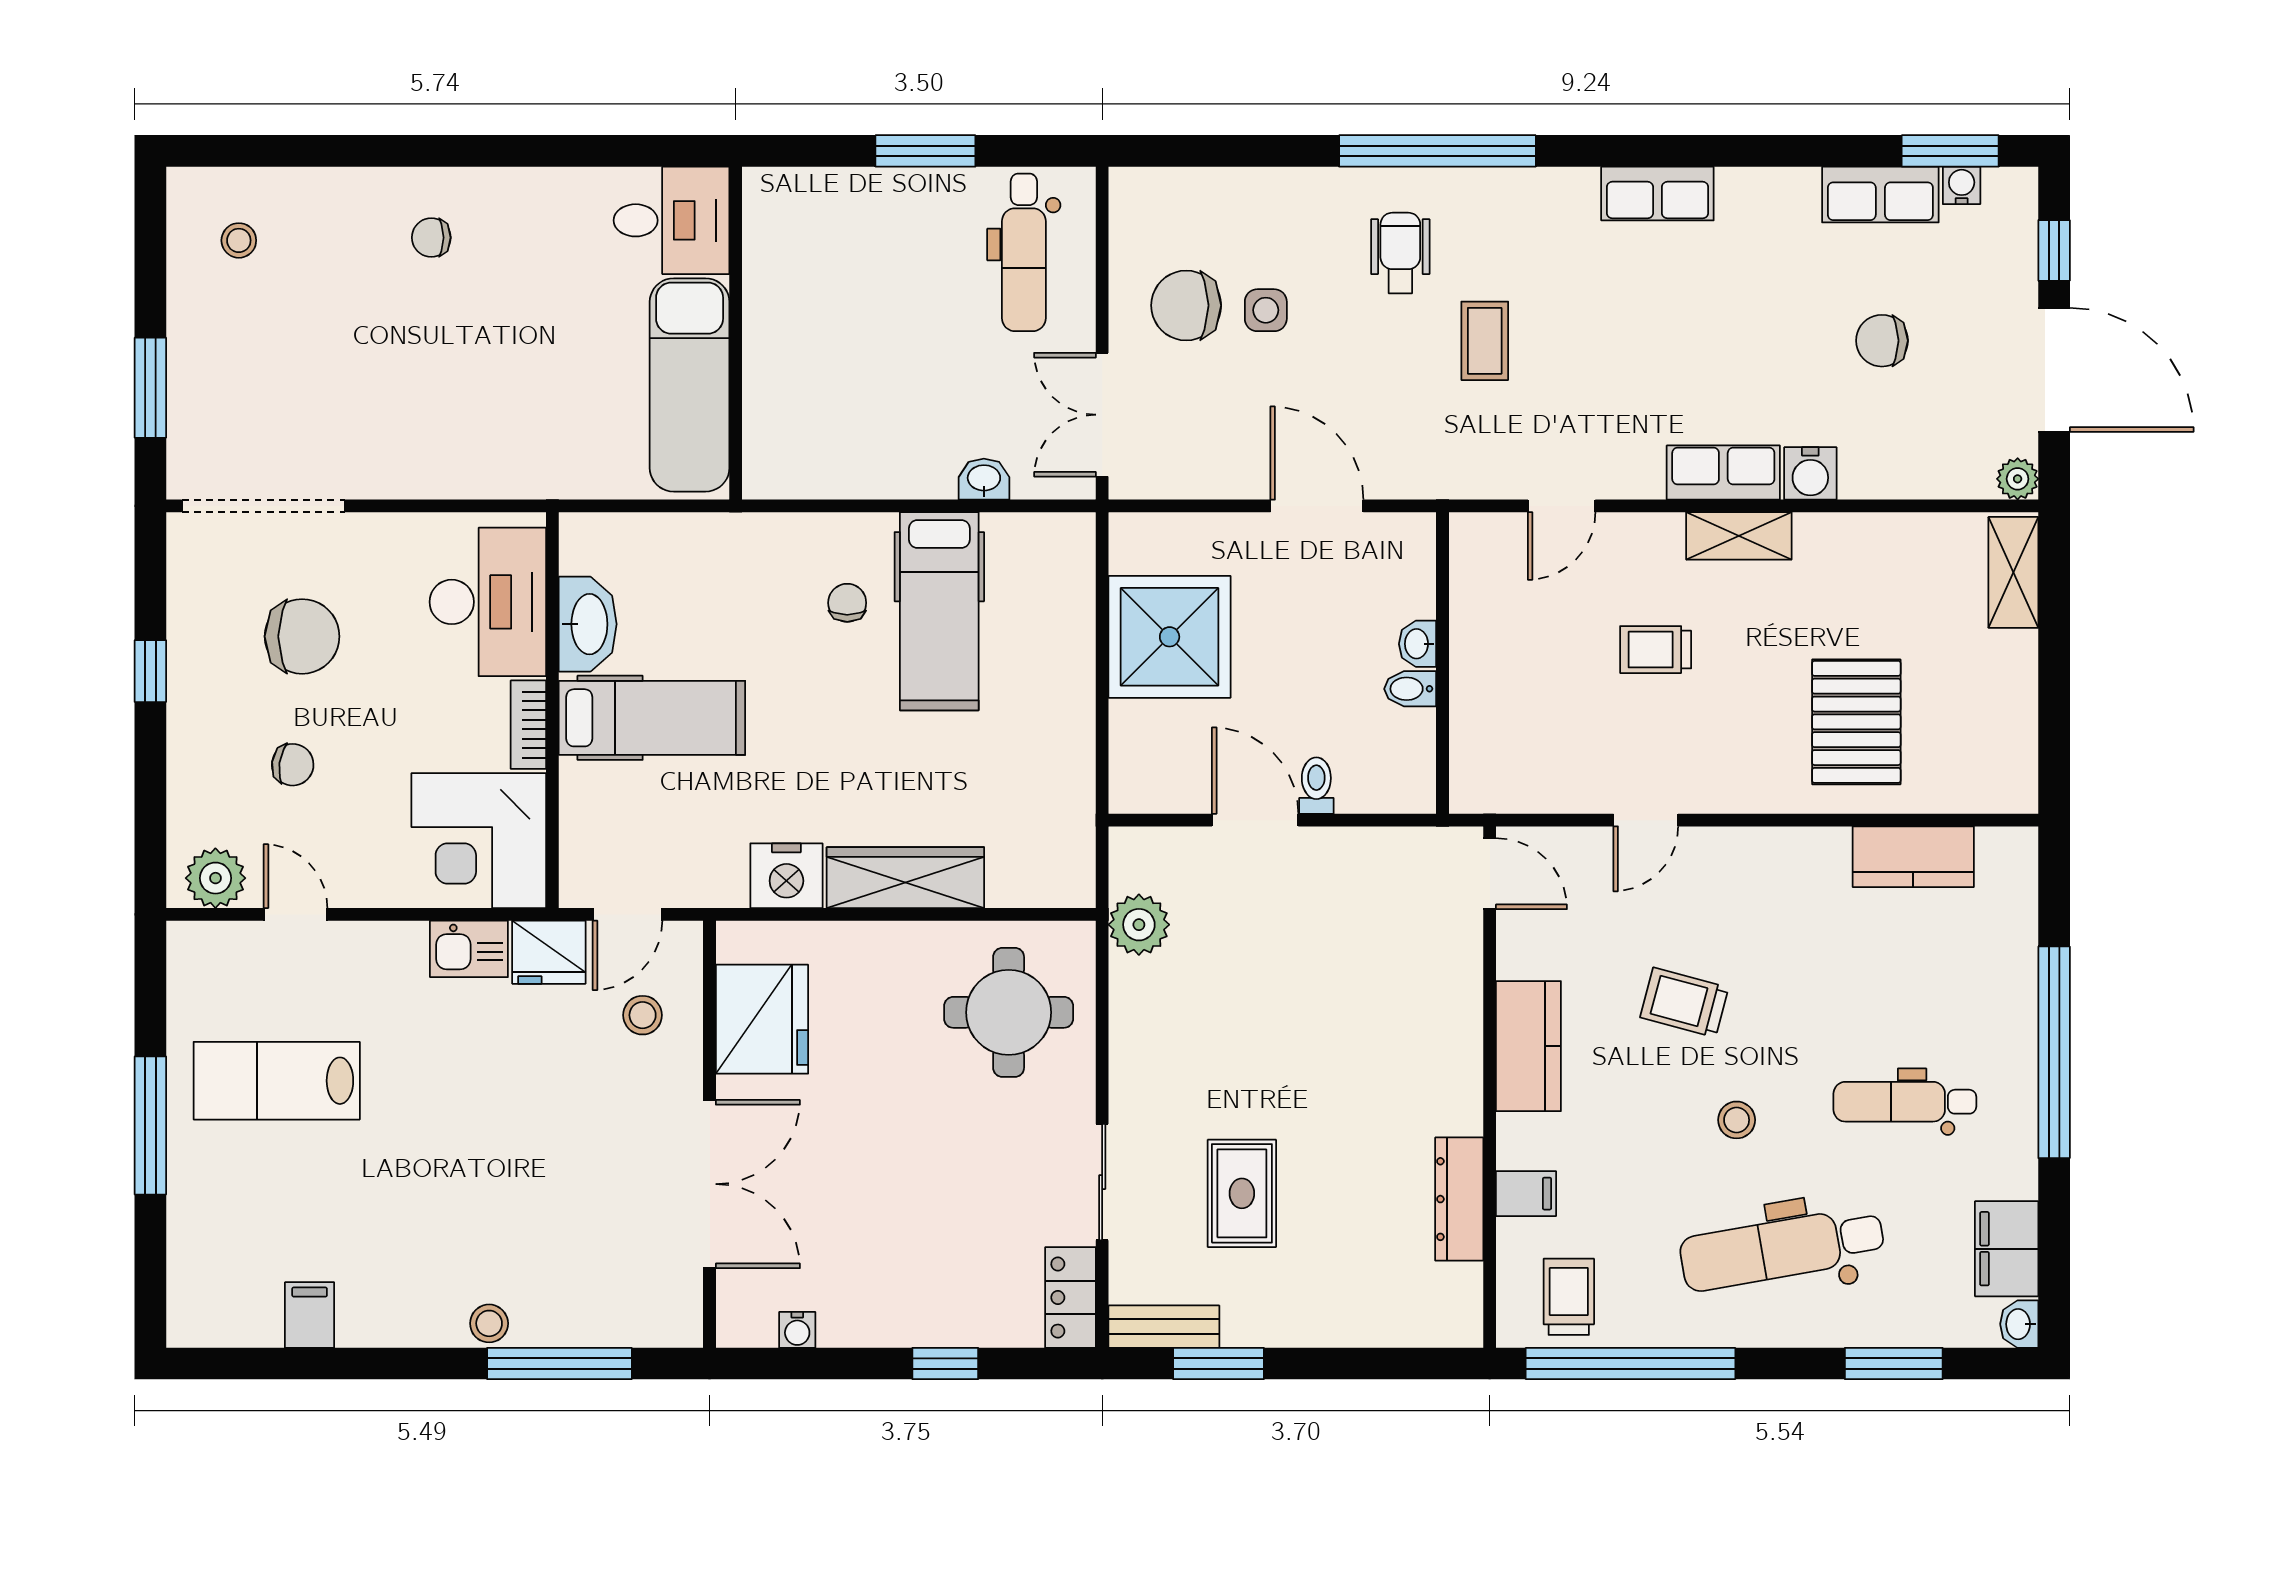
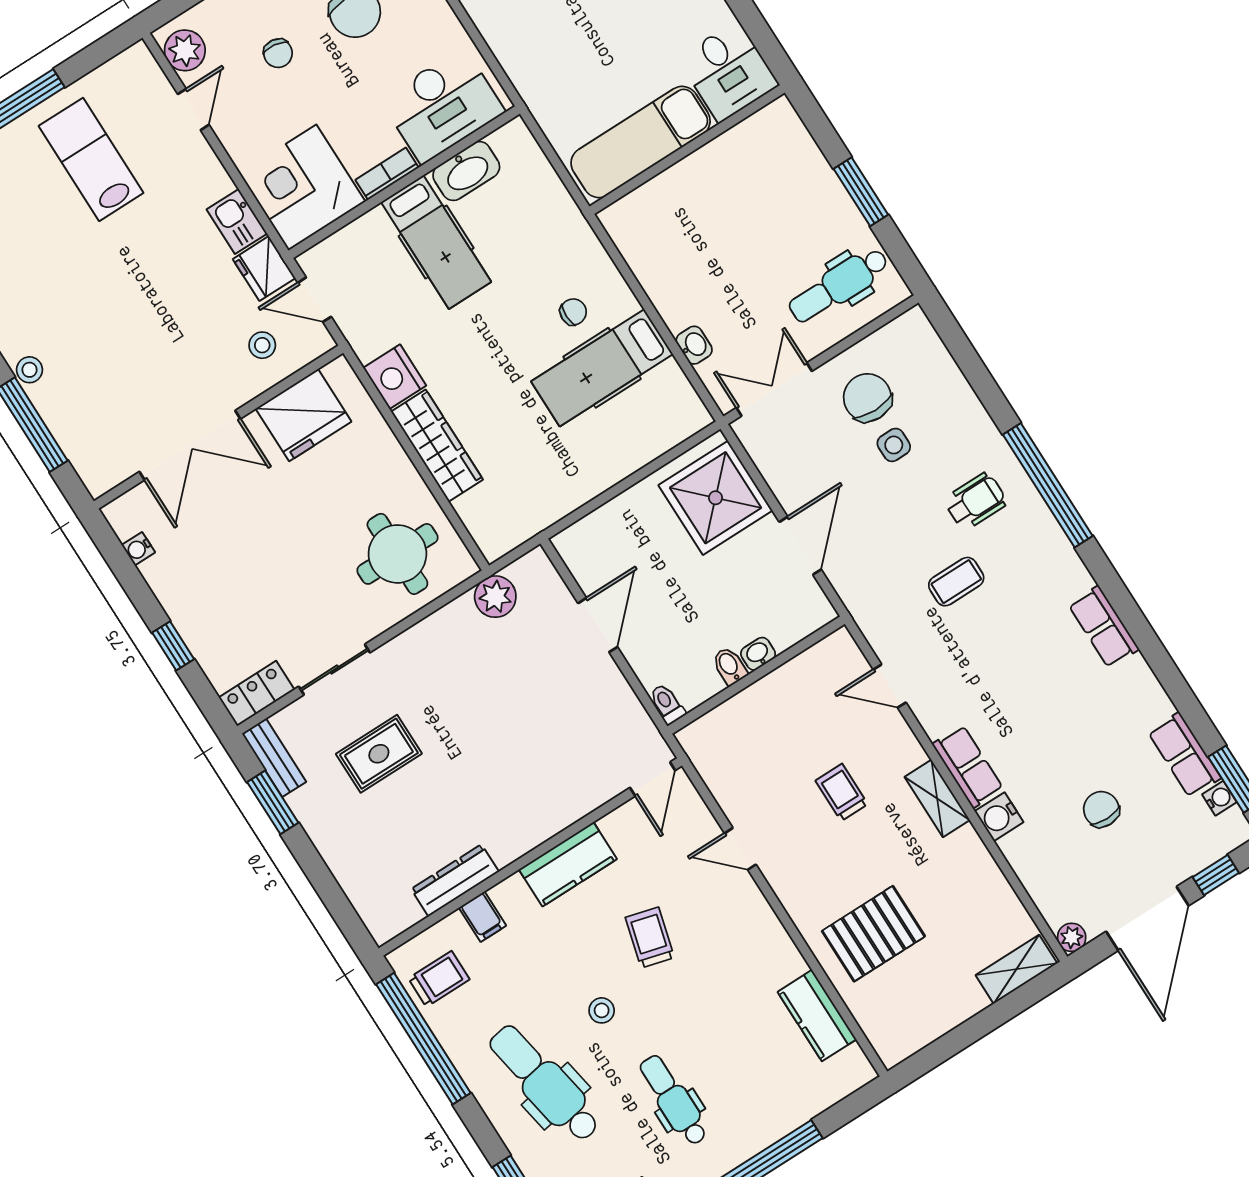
shower: (1170, 637) -> (716, 498), moved
toilet: (1316, 786) -> (667, 704), moved, turned -90

